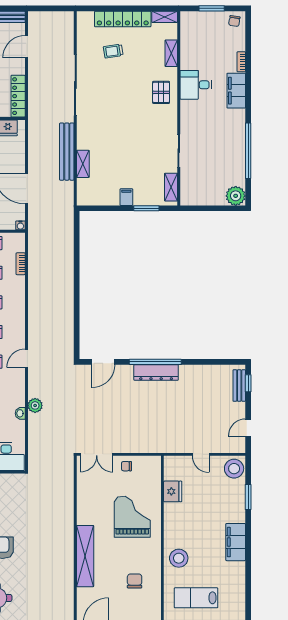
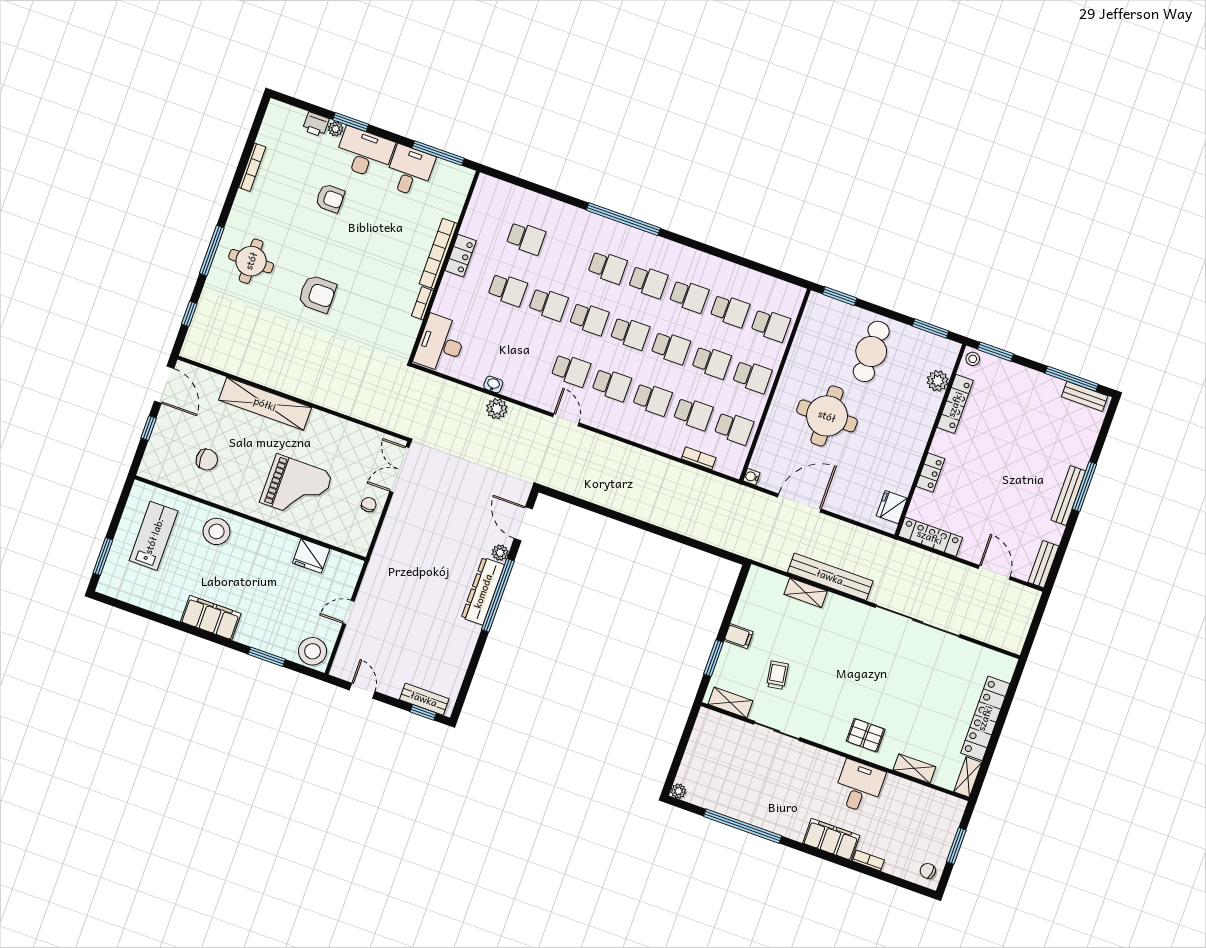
trolley: (113, 51) -> (777, 675), moved
plant: (236, 196) -> (678, 791), width x0.53, depth x0.53
plant: (127, 370) -> (500, 553), added

